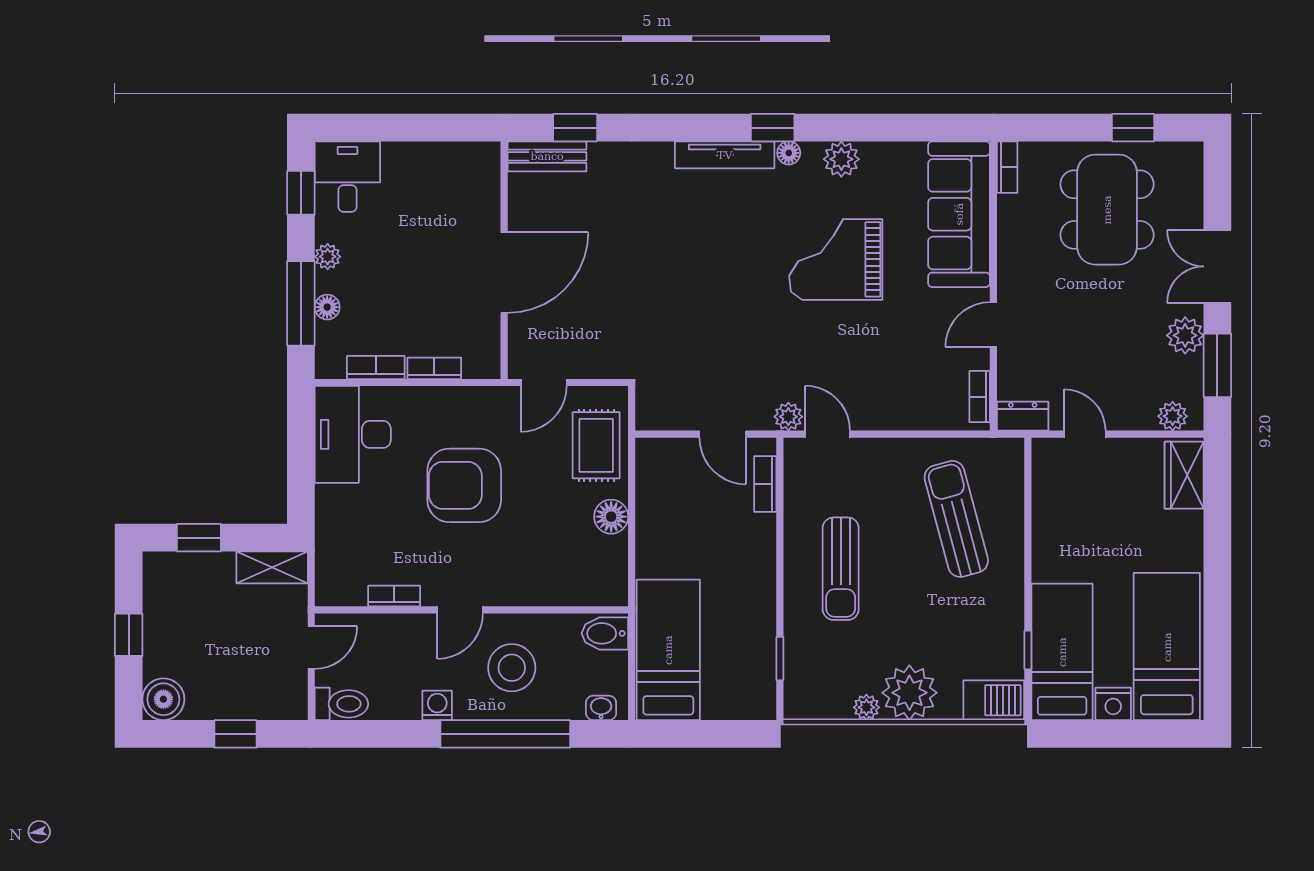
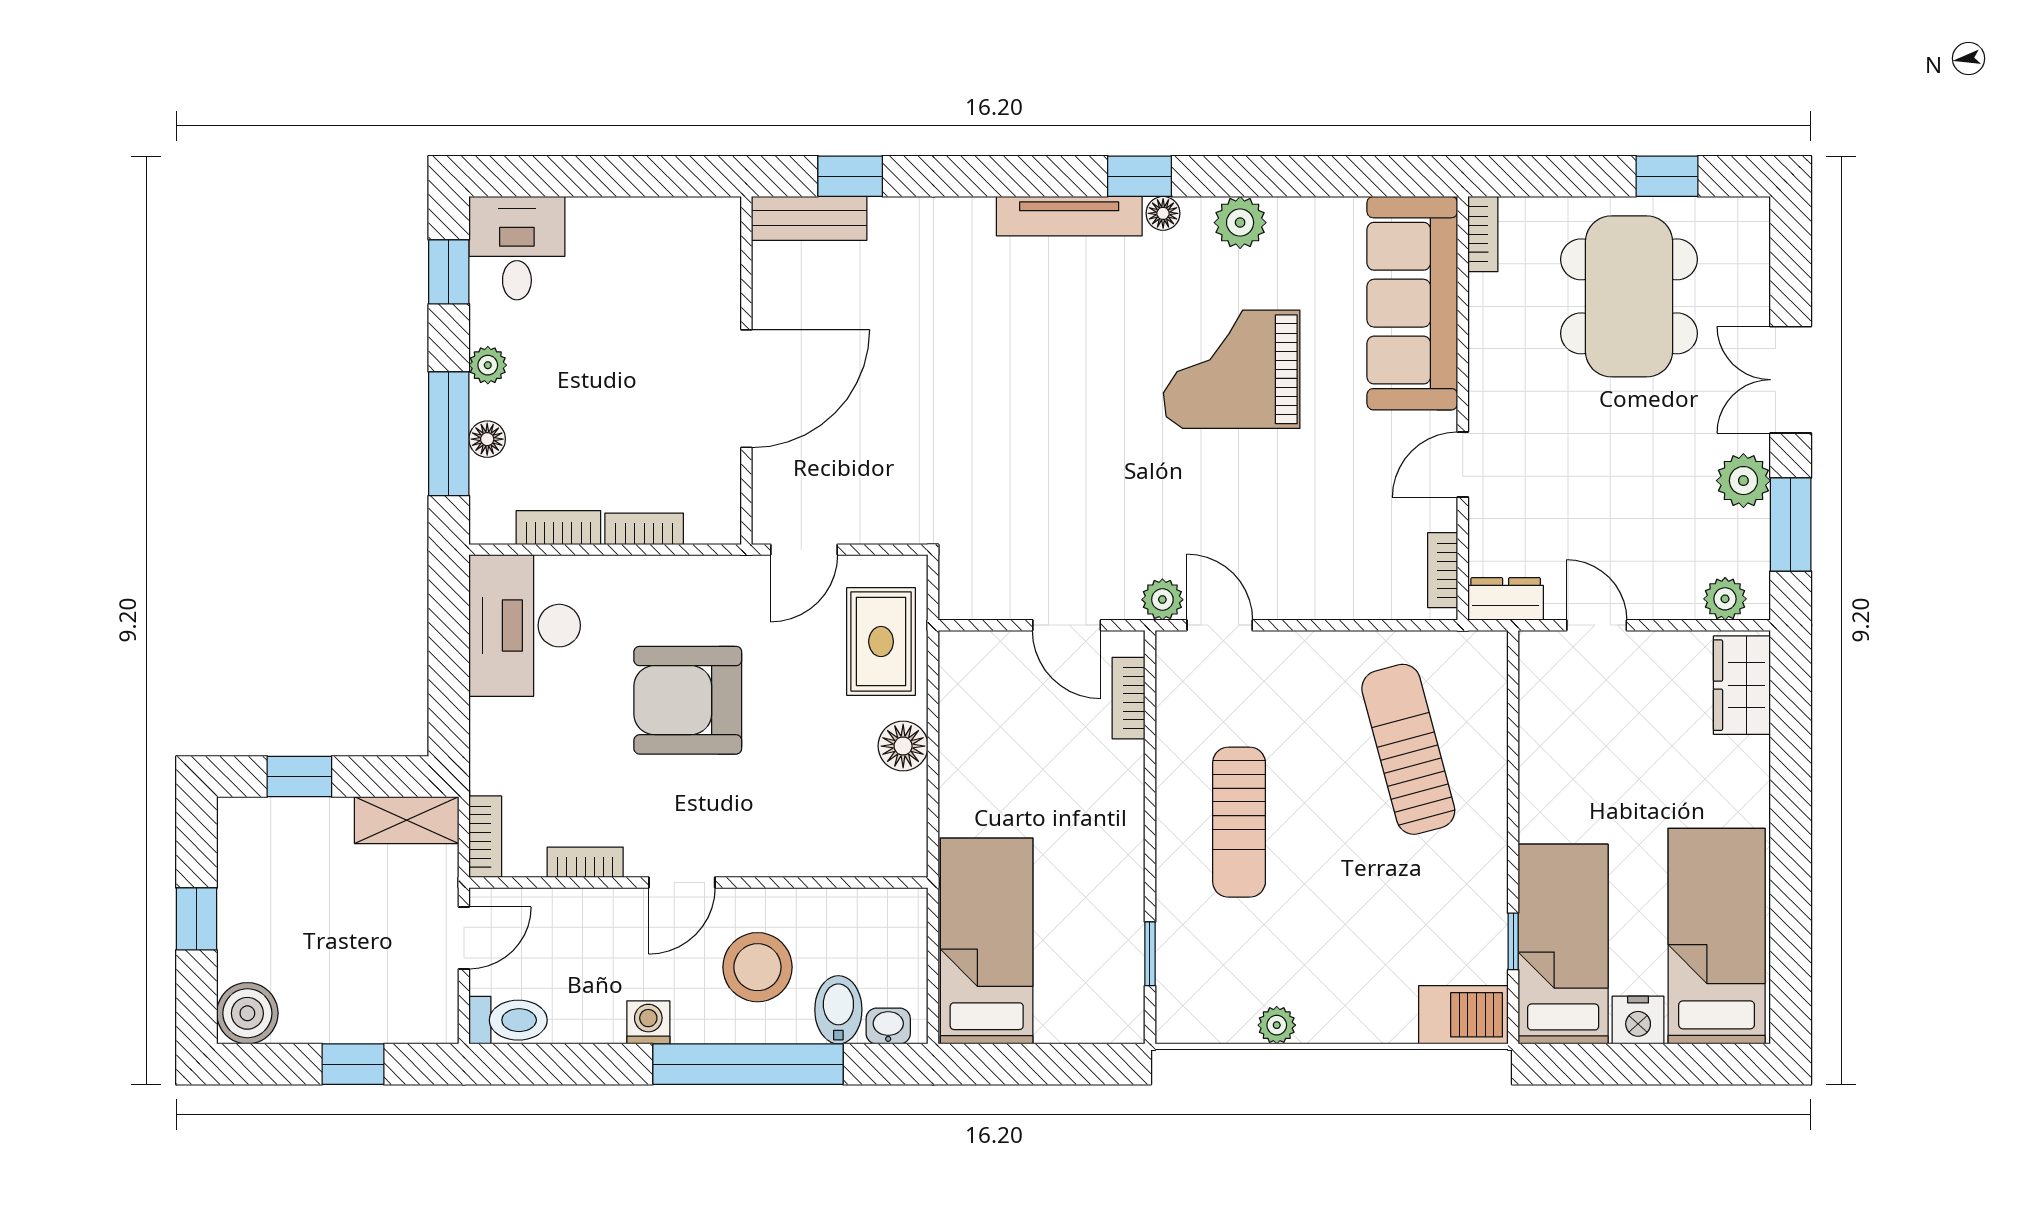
bookcase: (326, 579) -> (485, 837), added
bidet: (605, 633) -> (838, 1010), moved, turned 90
plant: (909, 693) -> (1340, 1004), removed

